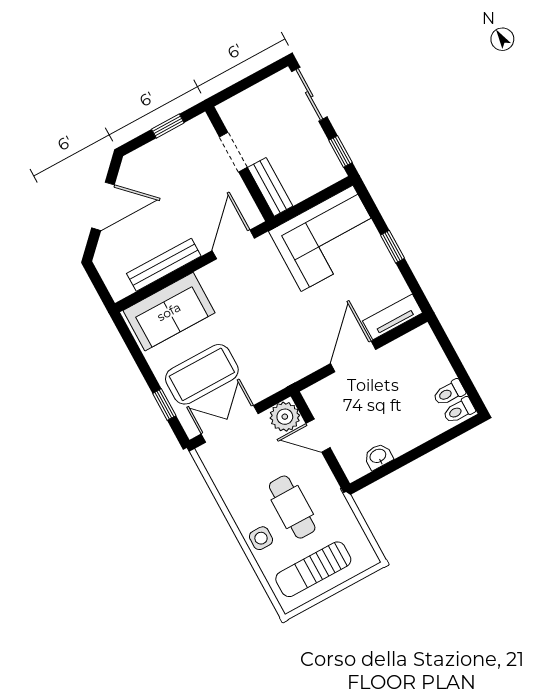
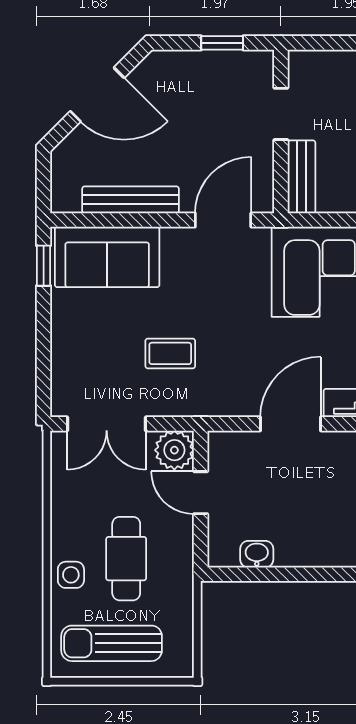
coffee table: (202, 374) -> (170, 353), moved, width x0.54, depth x0.58
window: (164, 405) -> (44, 266), moved
double door: (230, 424) -> (107, 424), swing flipped

